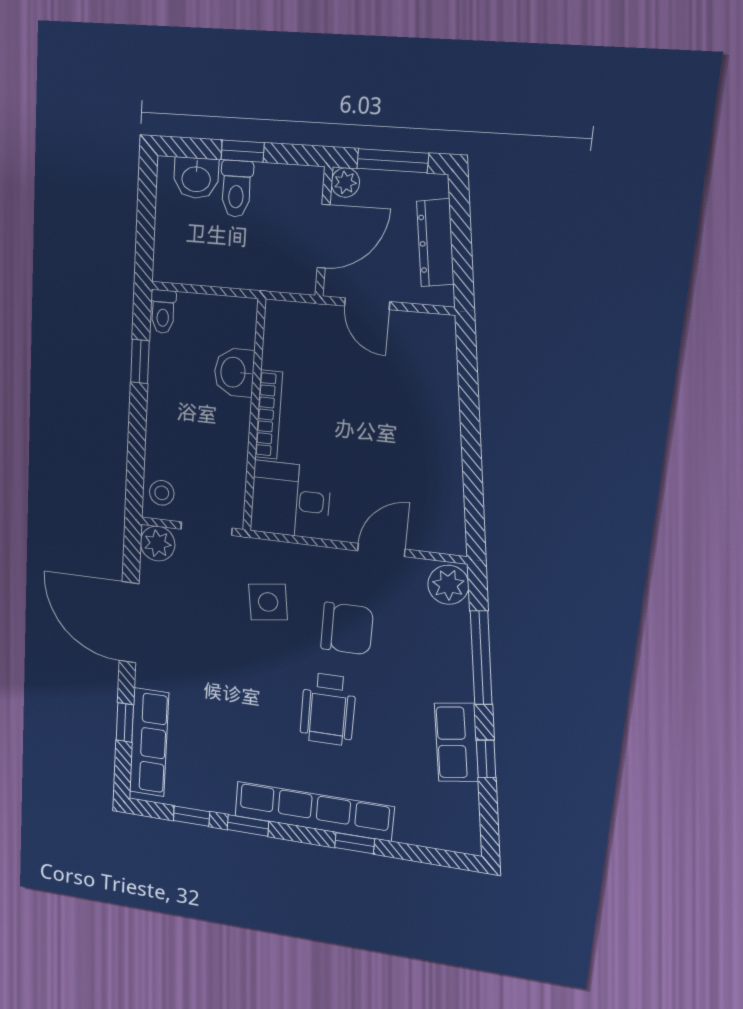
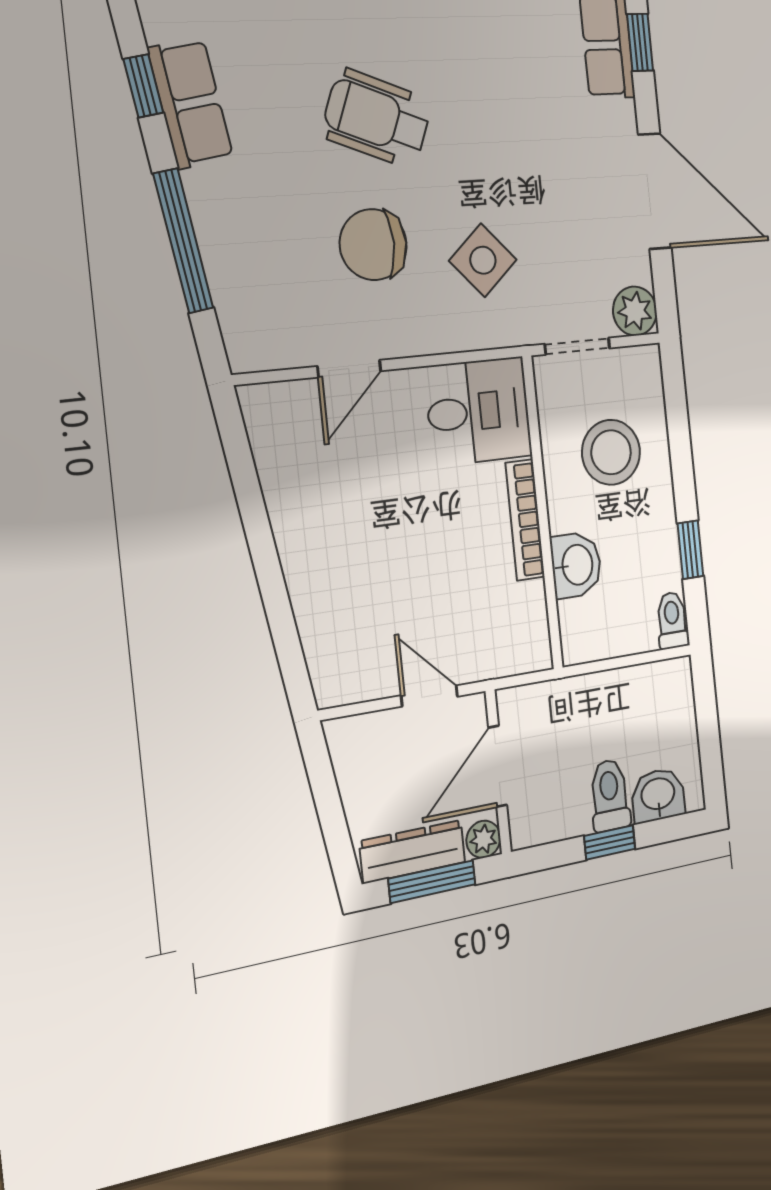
dresser: (435, 243) -> (412, 852), moved, turned -81
stool: (162, 493) -> (611, 452), moved, width x1.89, depth x1.89
plant: (448, 585) -> (251, 339), removed
side table: (268, 602) -> (483, 260), turned -34
wheelchair: (328, 709) -> (377, 118), turned -68

